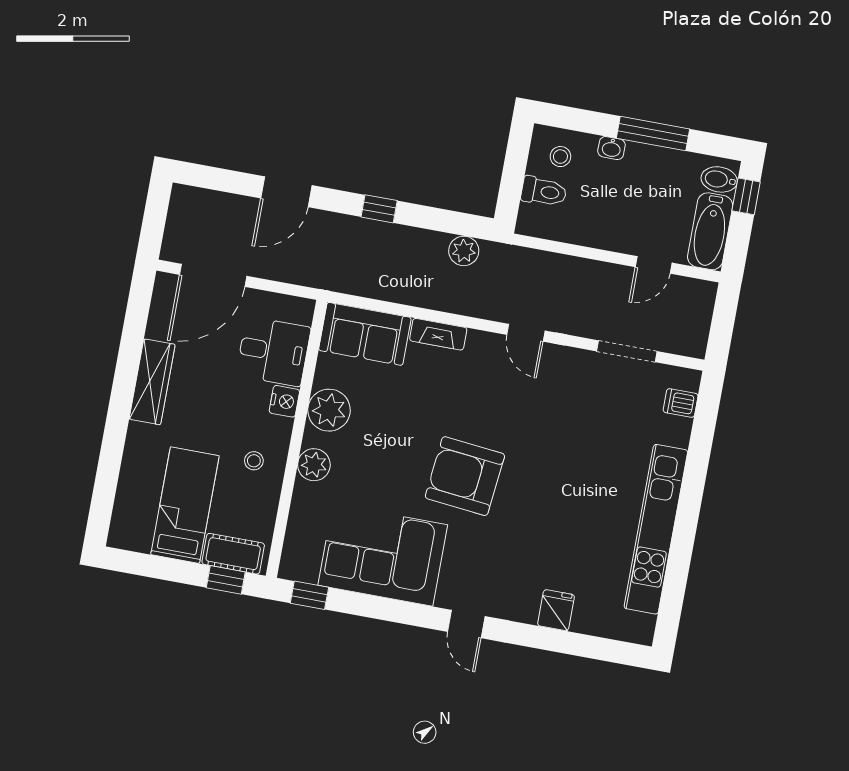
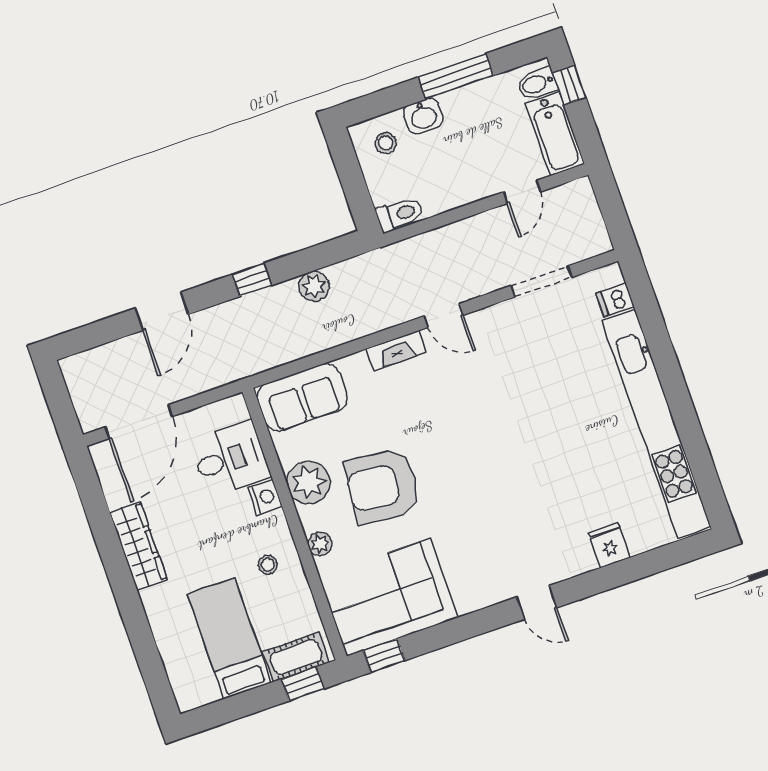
washbasin: (611, 148) -> (423, 116), width x1.38, depth x1.45
toilet: (544, 192) -> (400, 214), moved
plant: (464, 251) -> (314, 286), moved
fireplace: (438, 334) -> (396, 351), moved
plant: (314, 465) -> (320, 544), width x0.73, depth x0.73
armchair: (465, 476) -> (383, 486), moved
kitchen unit: (656, 529) -> (657, 424), width x1.36
corner sofa: (383, 555) -> (388, 597), moved

